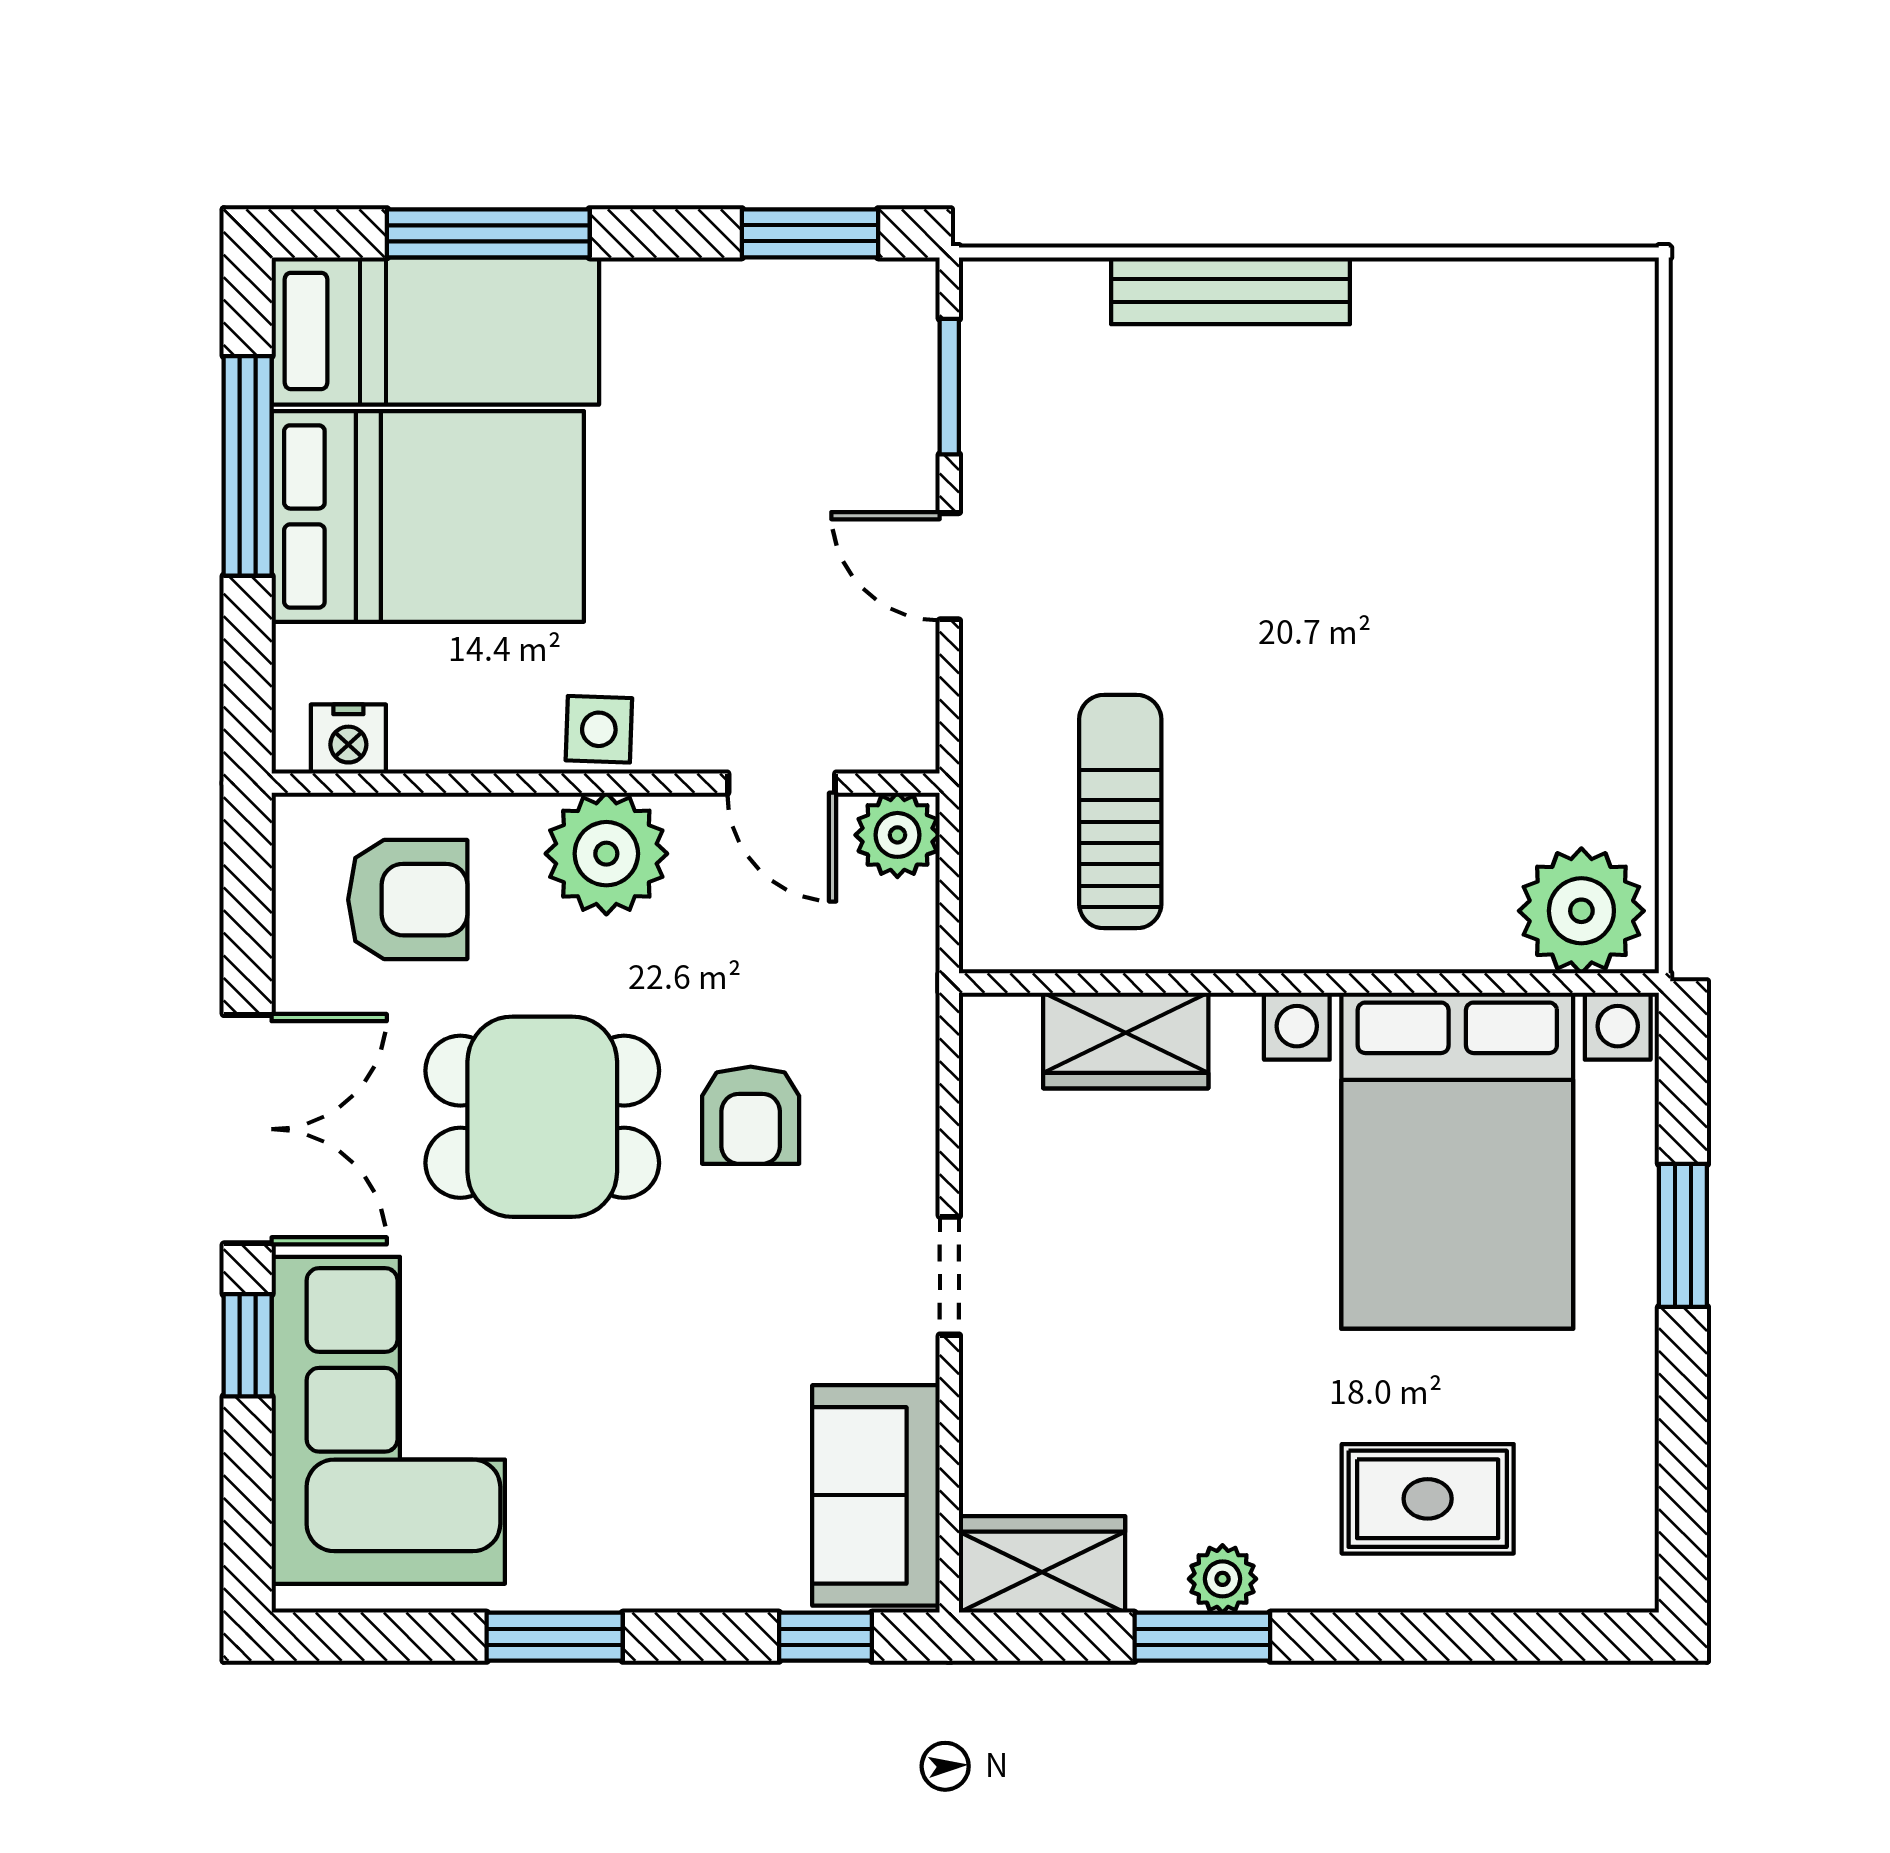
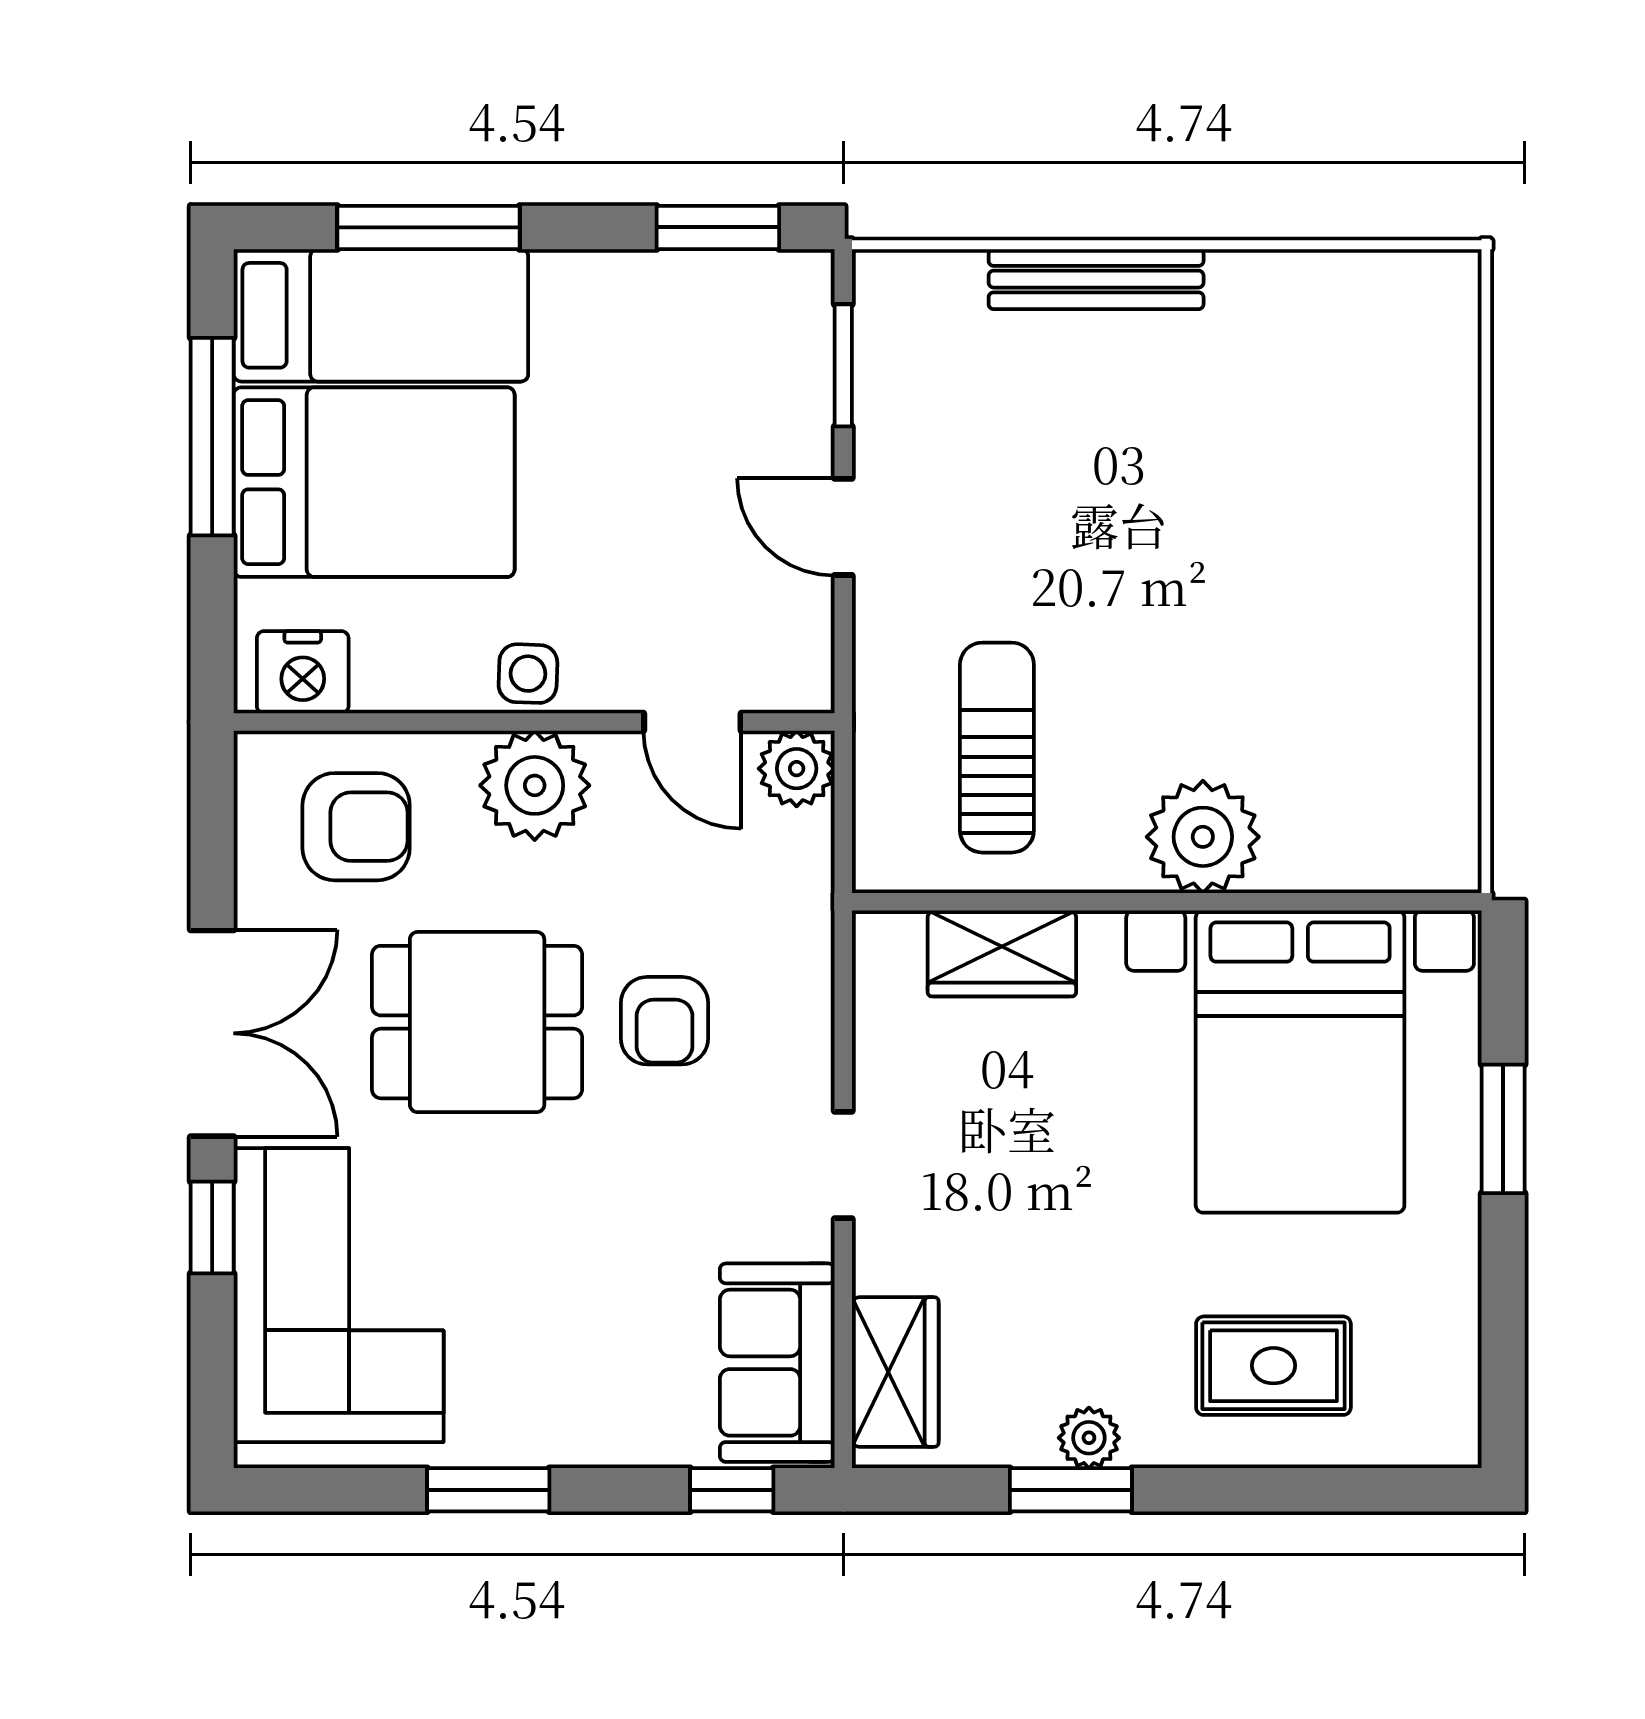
nightstand: (348, 739) -> (303, 672), width x1.36, depth x1.33
plant: (1581, 911) -> (1203, 837), moved
wardrobe: (1042, 1564) -> (895, 1372), moved, turned 90

